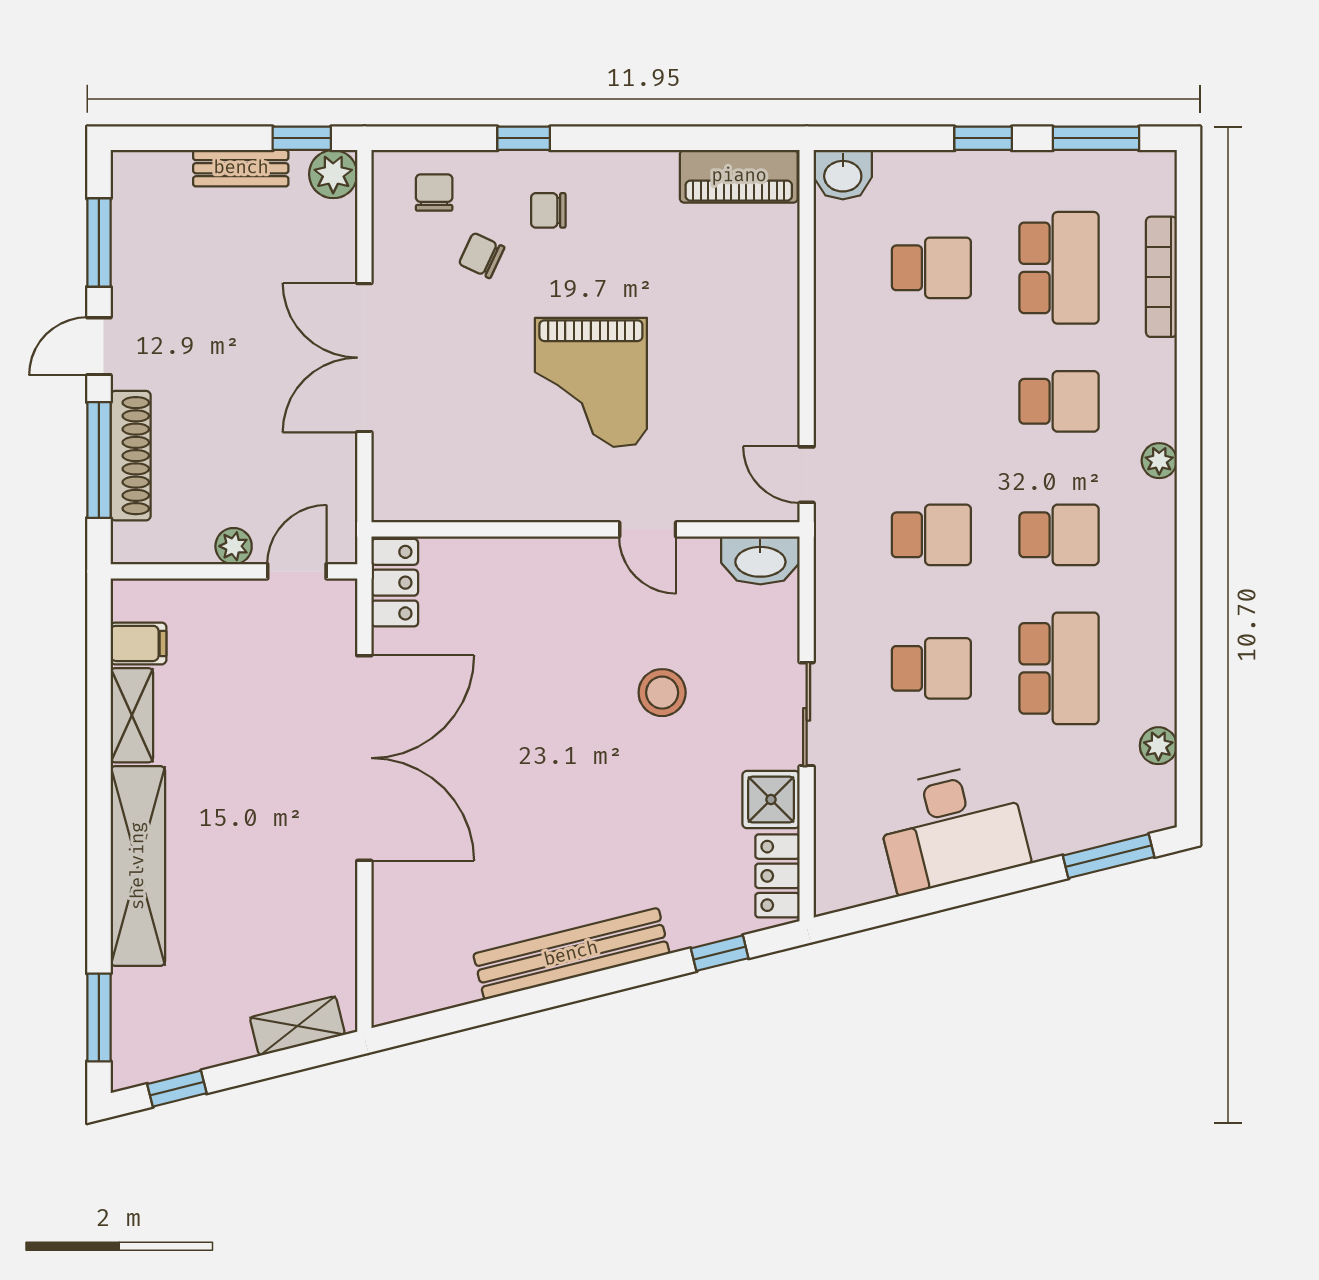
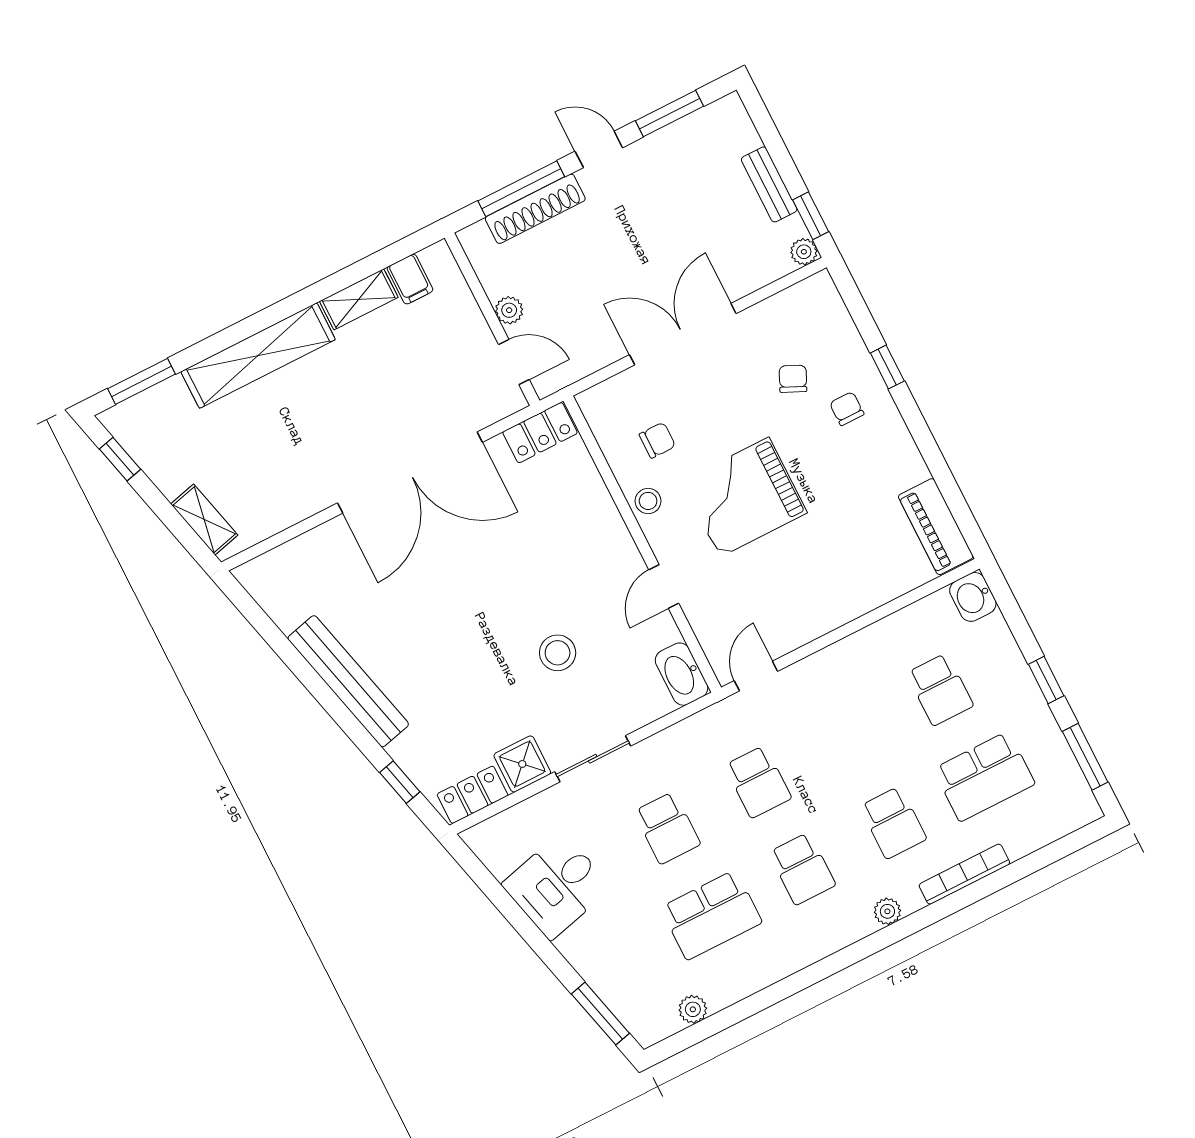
plant: (333, 174) -> (804, 252), width x0.73, depth x0.73
chair: (434, 192) -> (657, 440), moved
bookcase: (1161, 277) -> (964, 874), moved
stool: (538, 497) -> (648, 501), added
desk: (952, 827) -> (557, 886), width x0.73

